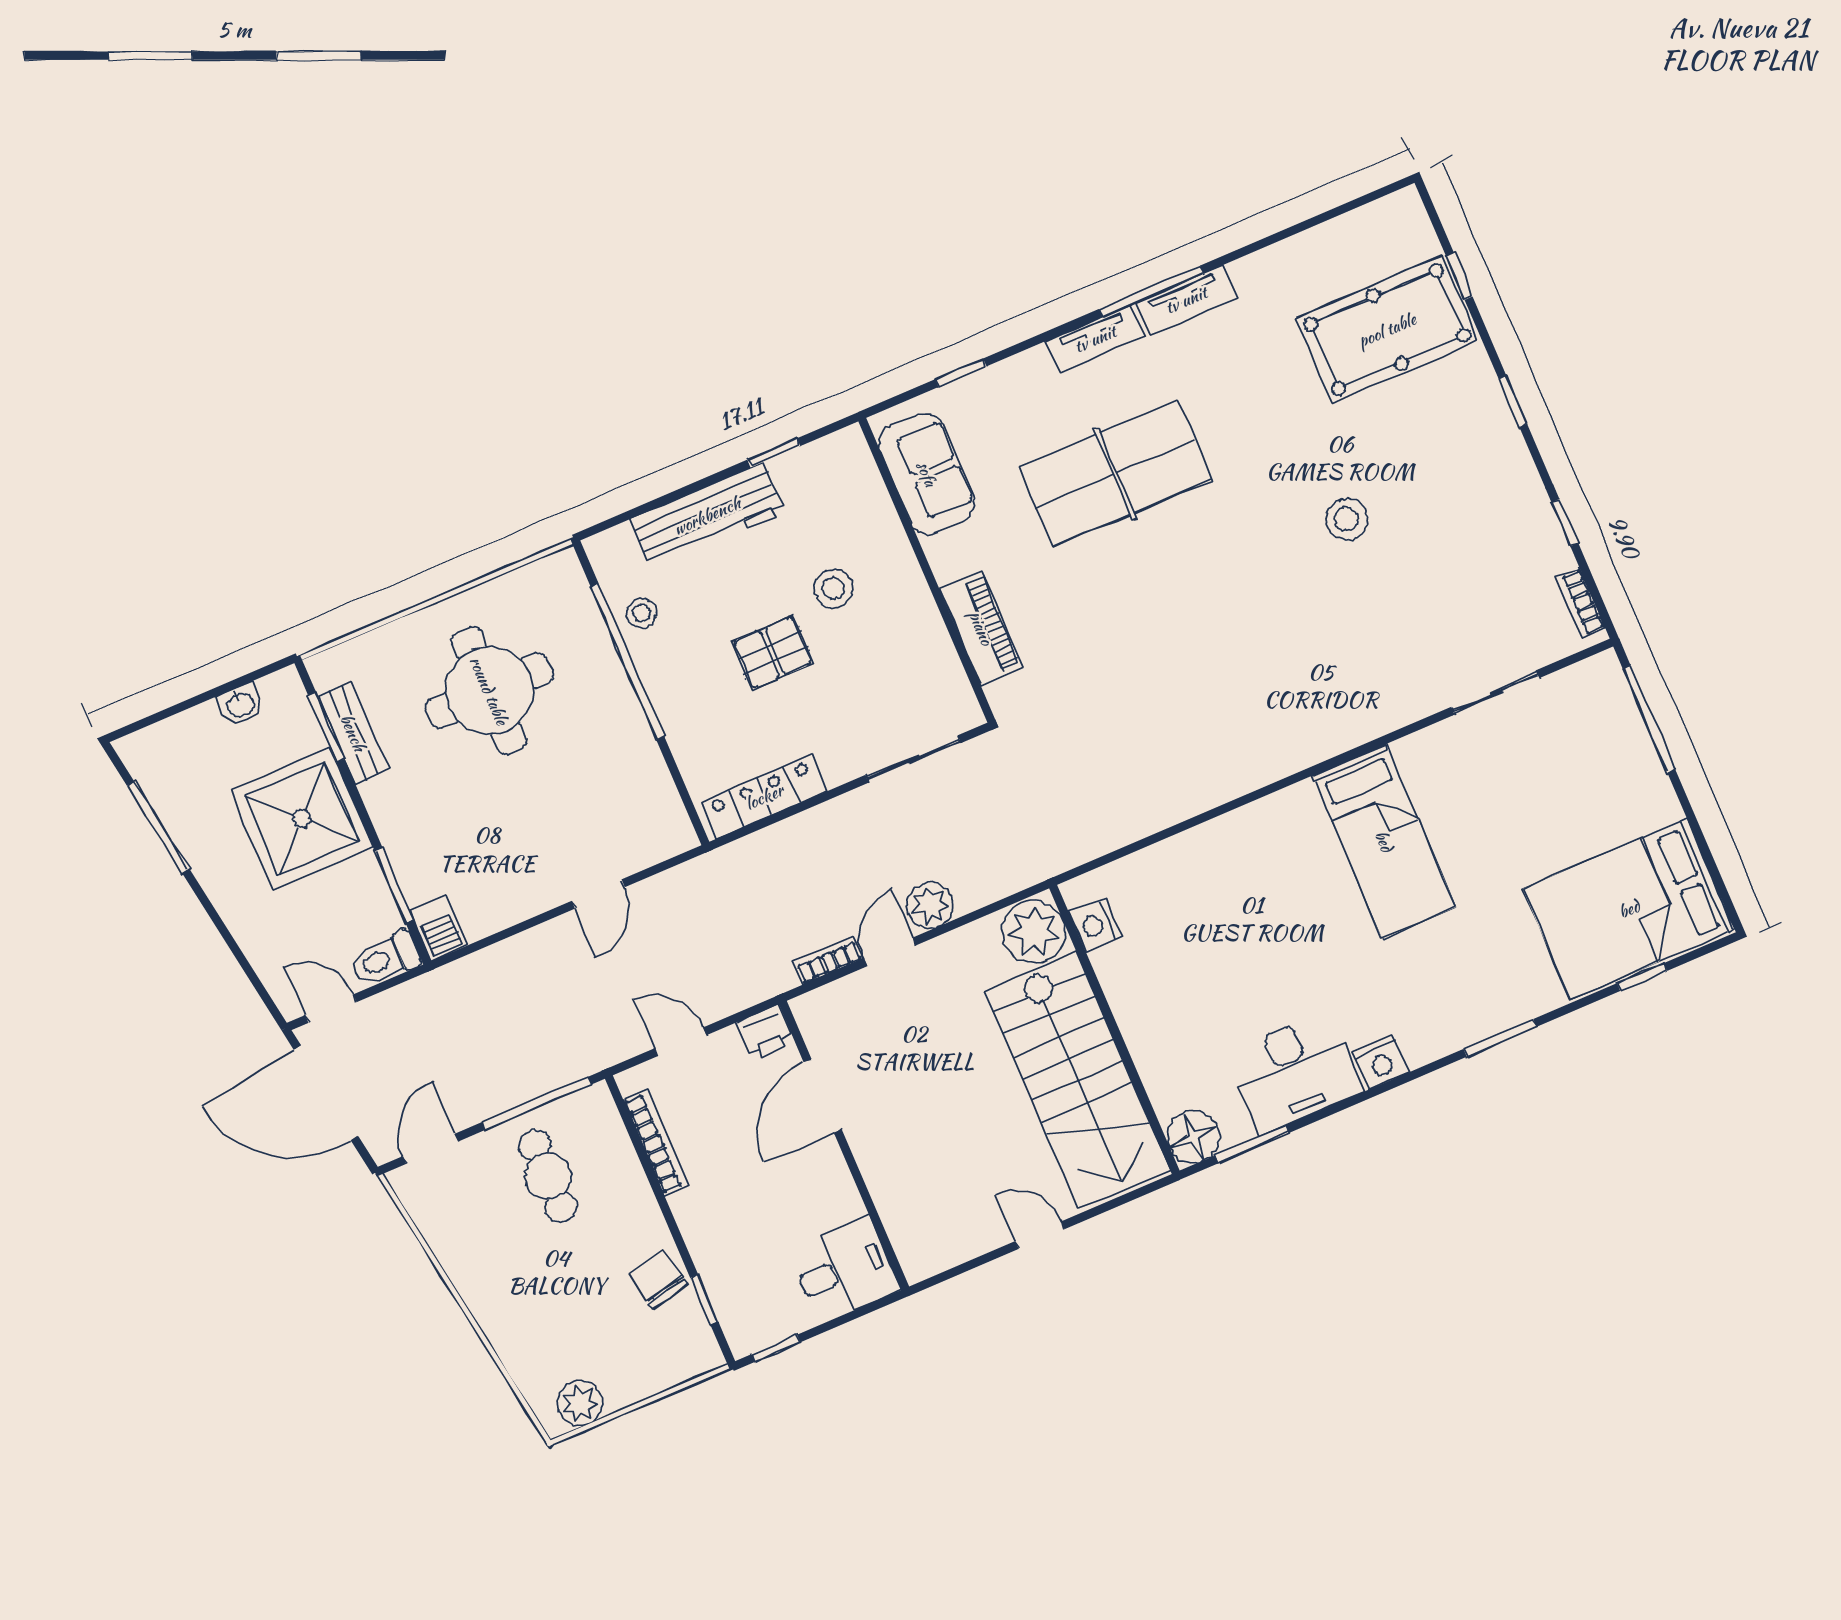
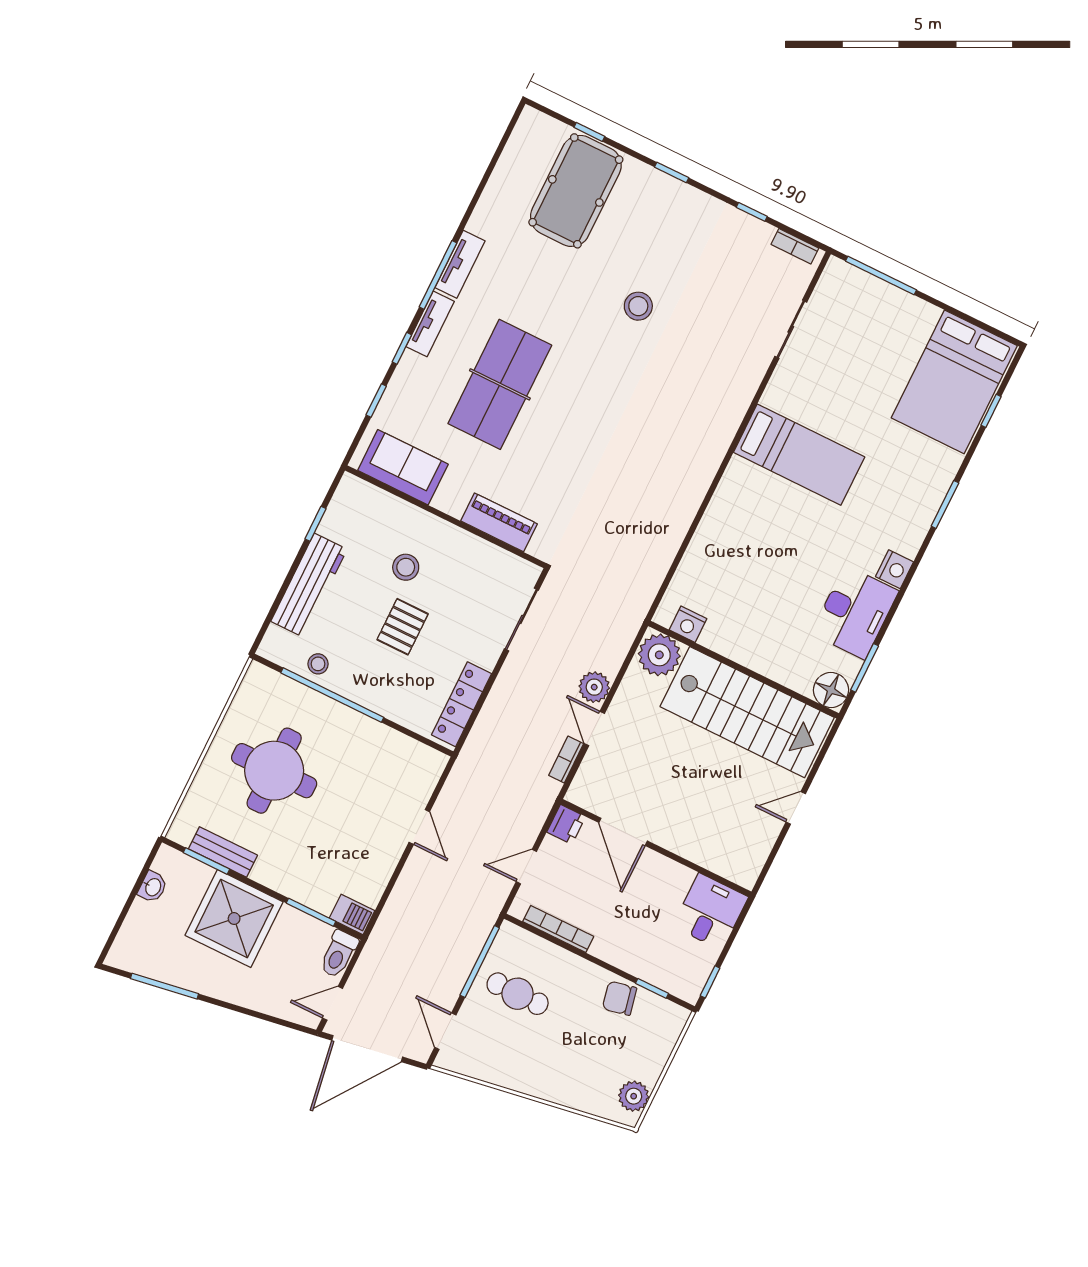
window: (1040, 339) -> (402, 348), added

